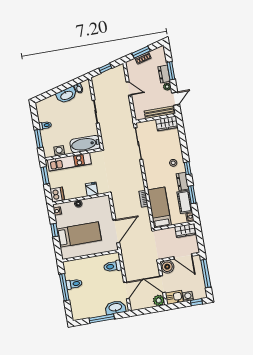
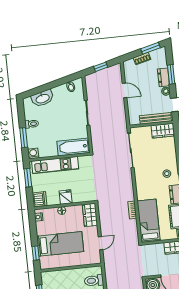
window: (141, 52) -> (151, 48), moved
washbasin: (67, 95) -> (42, 98), moved
washing machine: (59, 151) -> (33, 154), moved
fridge: (92, 189) -> (66, 197), moved
wardrobe: (105, 206) -> (90, 215), added
window: (54, 230) -> (36, 253), moved
door: (116, 231) -> (100, 243), width x0.53

